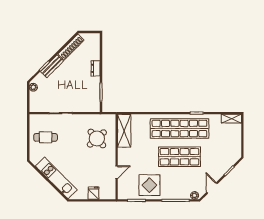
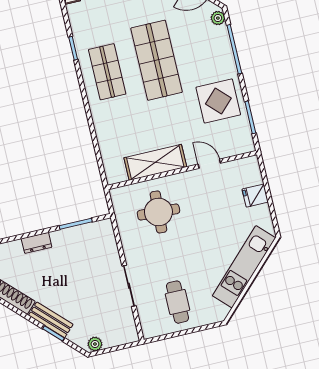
shop shelf: (179, 128) -> (107, 72), width x0.50, depth x0.74
shelving: (124, 131) -> (155, 162), moved
round table: (97, 138) -> (158, 212), turned 45

